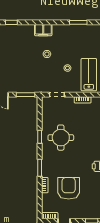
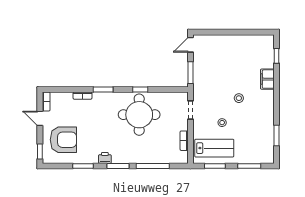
filing cabinet: (43, 30) -> (267, 79), moved
round table: (61, 138) -> (139, 115), width x1.36, depth x1.36
armchair: (69, 188) -> (63, 140), moved

